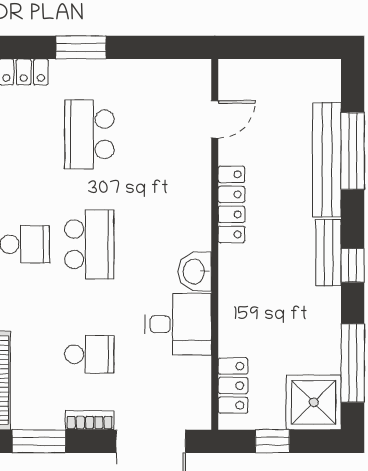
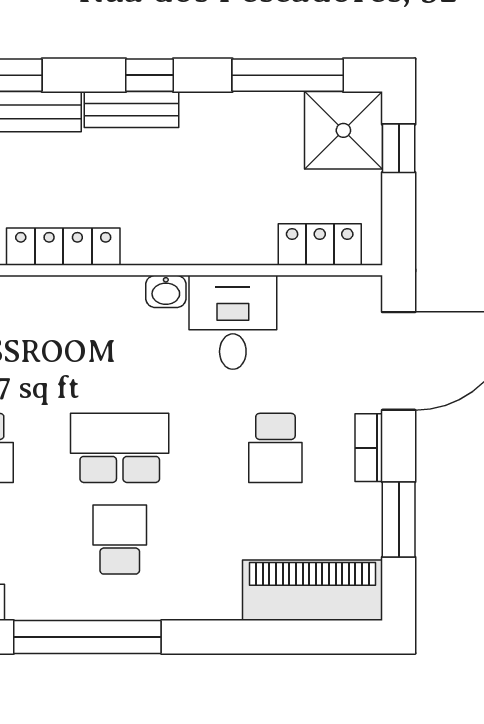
washbasin: (195, 271) -> (166, 291), width x0.72, depth x0.69
school desk: (89, 354) -> (275, 448), turned 180
window: (272, 441) -> (399, 148), moved

